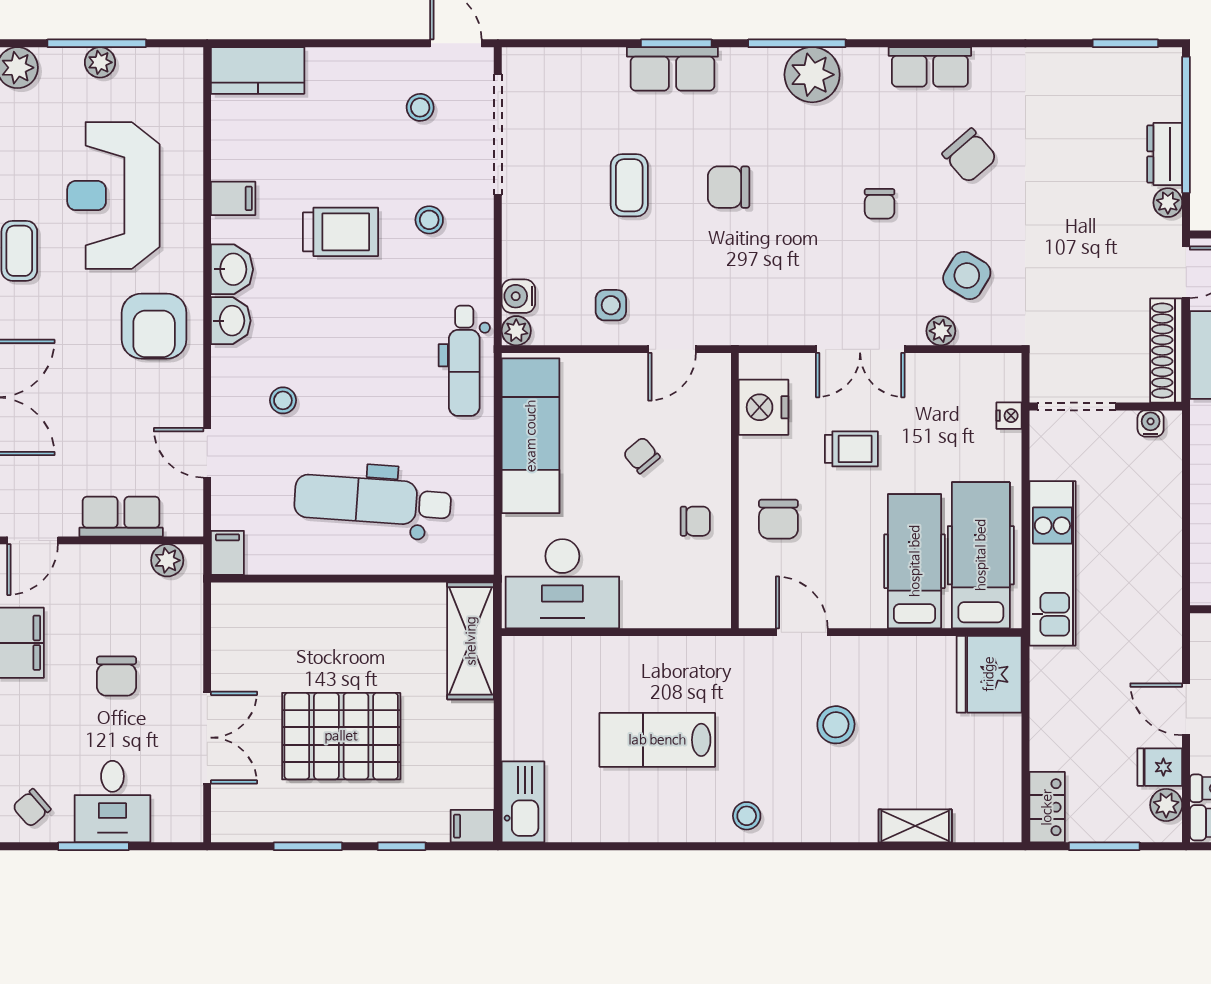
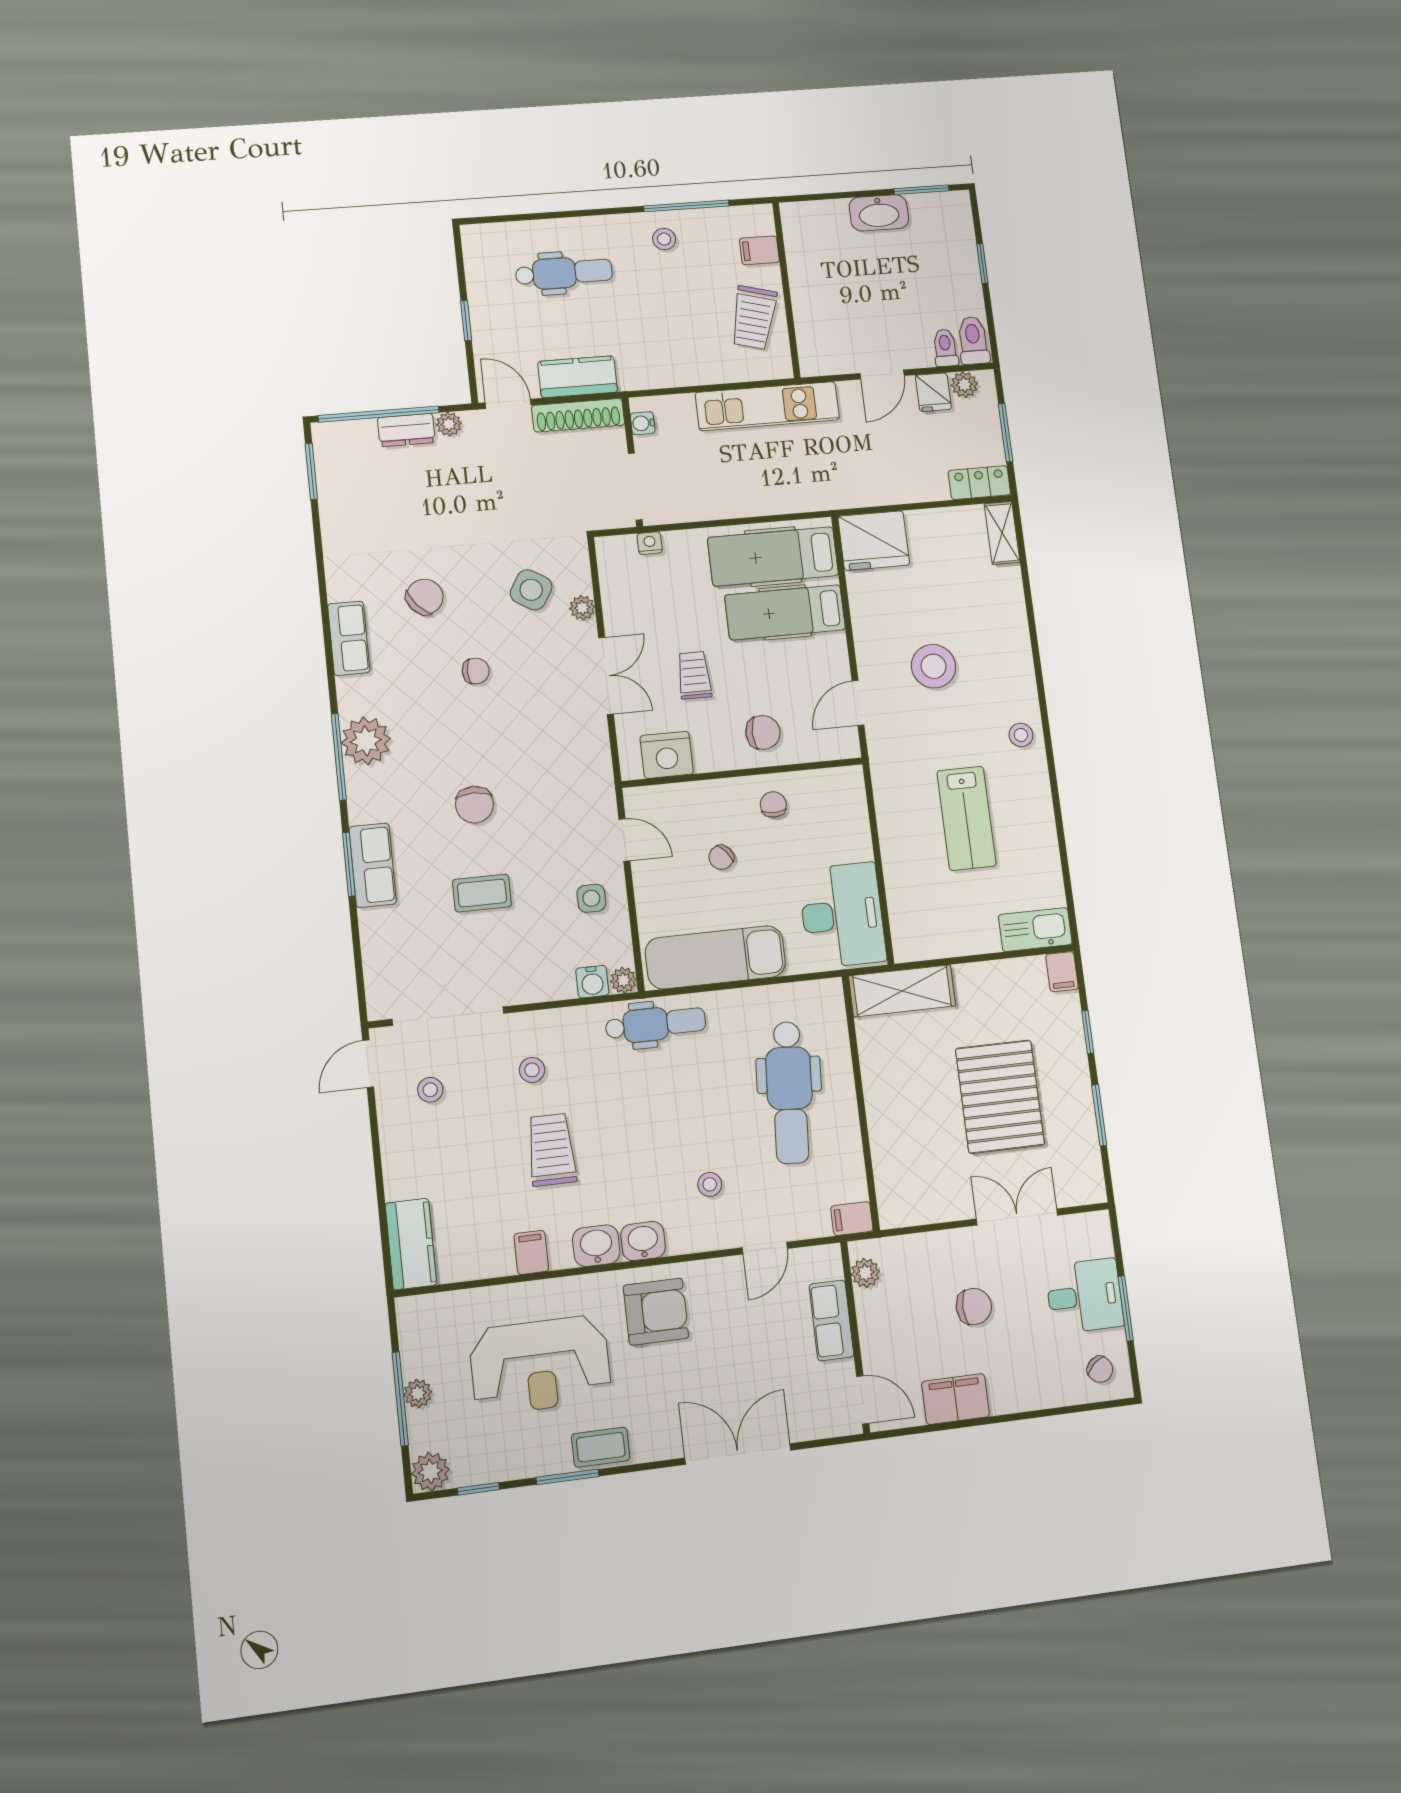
kitchen unit: (1052, 563) -> (767, 406), moved, turned 180
stool: (836, 725) -> (933, 666), width x1.38, depth x1.38
shelving: (915, 826) -> (1002, 533), moved

